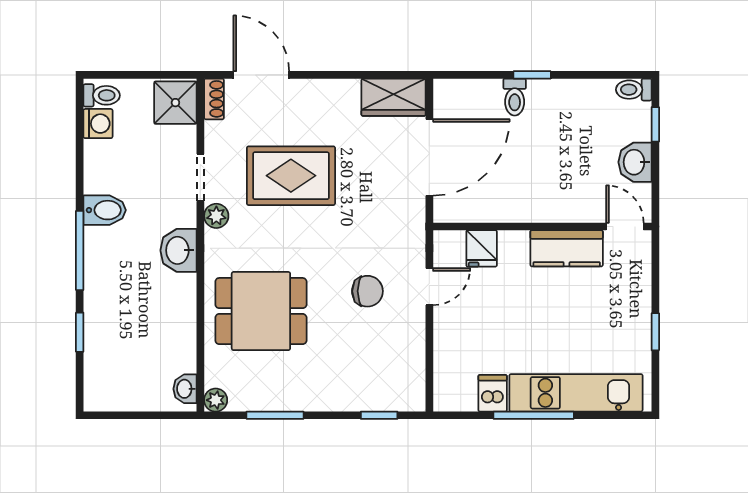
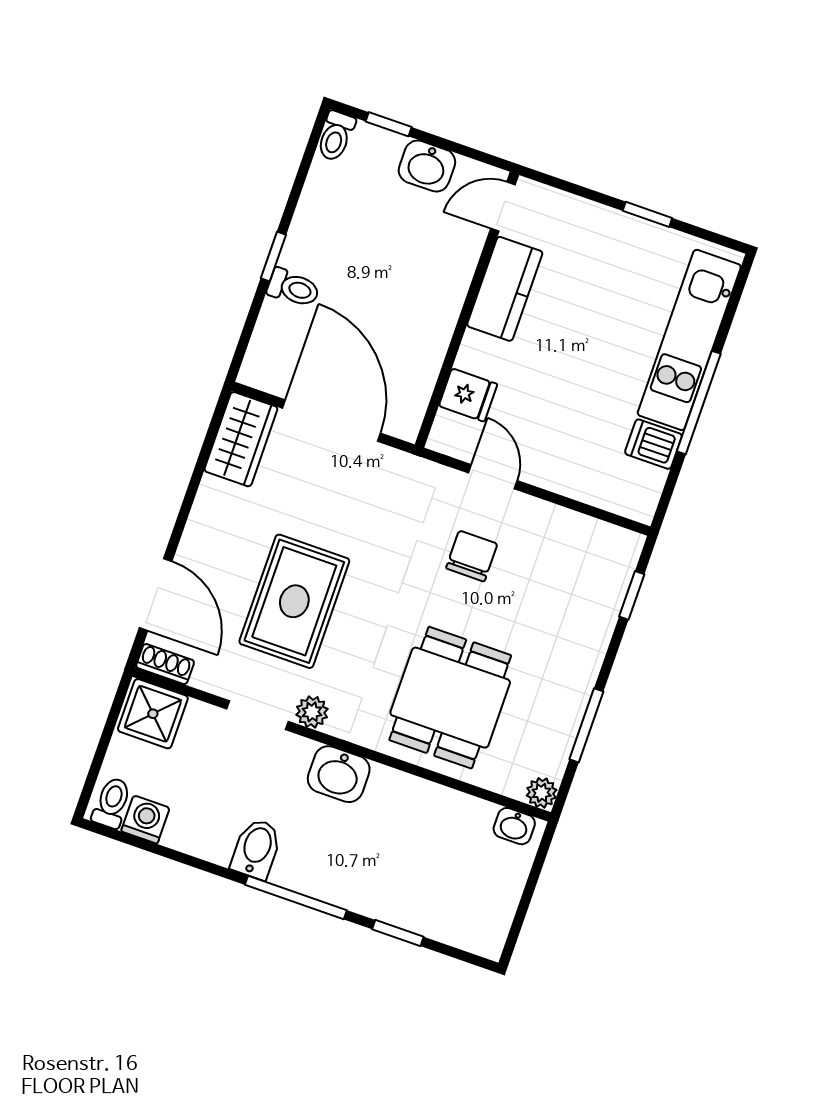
door: (261, 75) -> (156, 595), swing flipped

